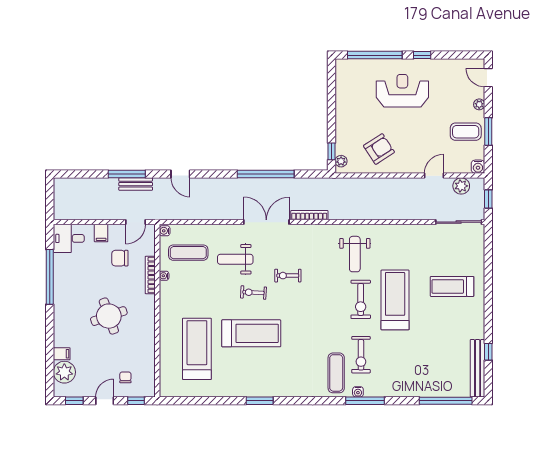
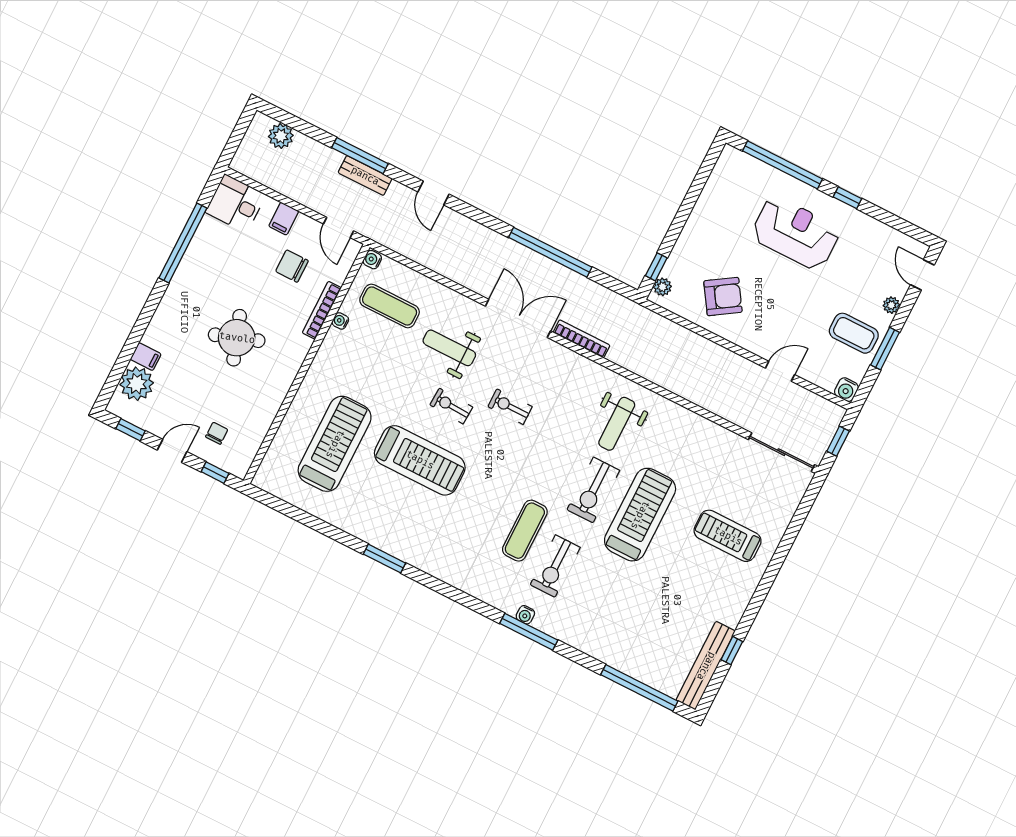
plant: (461, 186) -> (281, 136), moved
door: (135, 222) -> (338, 227), hinge flipped
exercise mat: (336, 373) -> (525, 531), moved

